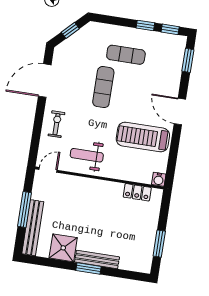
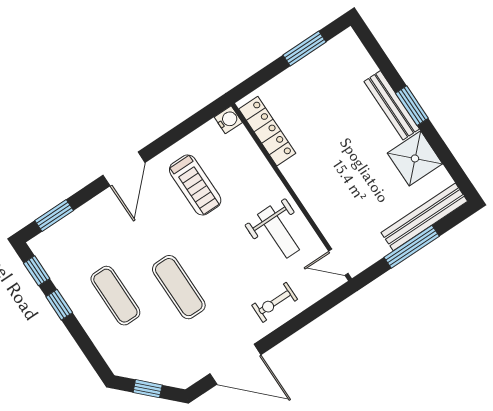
exercise mat: (103, 87) -> (179, 287), turned 90
treadmill: (143, 137) -> (195, 185), width x0.73, depth x0.73
locker: (137, 192) -> (267, 131), width x1.53

